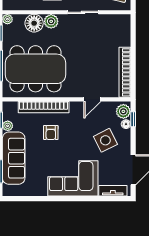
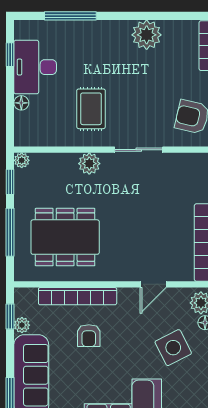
floor lamp: (34, 23) -> (63, 166), removed
dining table: (35, 69) -> (65, 237), width x0.73, depth x0.80

